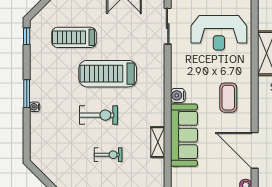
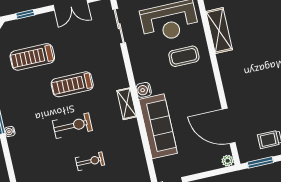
treadmill: (108, 74) -> (72, 84), width x0.73, depth x0.73
coffee table: (228, 98) -> (184, 56), moved, turned 90
shelving: (158, 142) -> (127, 104), moved

